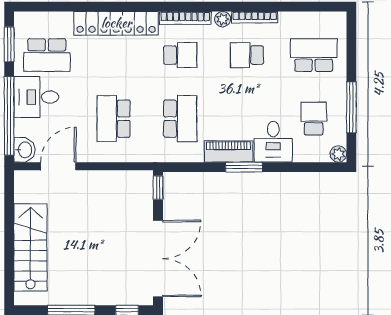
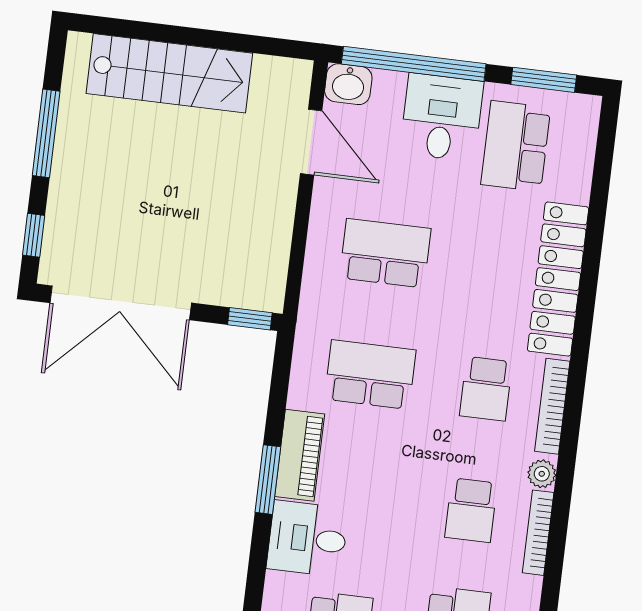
school desk: (247, 55) -> (471, 510), turned 180
school desk: (180, 119) -> (370, 375), turned 180

